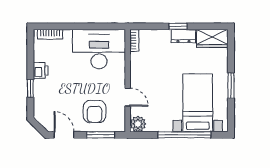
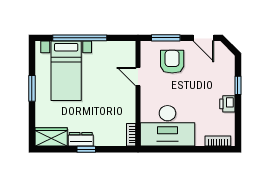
plant: (138, 124) -> (128, 49), removed

